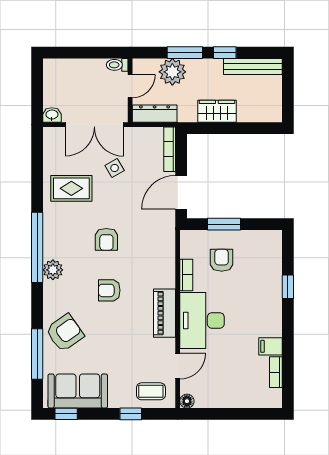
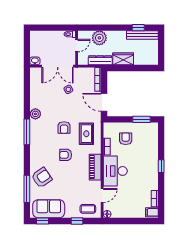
window: (185, 53) -> (106, 28), removed
window: (225, 53) -> (138, 28), moved
dresser: (155, 114) -> (100, 60), moved
rug: (71, 188) -> (86, 134), moved, turned 90
door: (181, 192) -> (104, 102), hinge flipped
window: (224, 224) -> (142, 119), moved
window: (37, 247) -> (27, 132), width x0.68
plant: (53, 270) -> (35, 114), moved
window: (288, 287) -> (161, 166), moved
filing cabinet: (271, 346) -> (152, 212), moved

